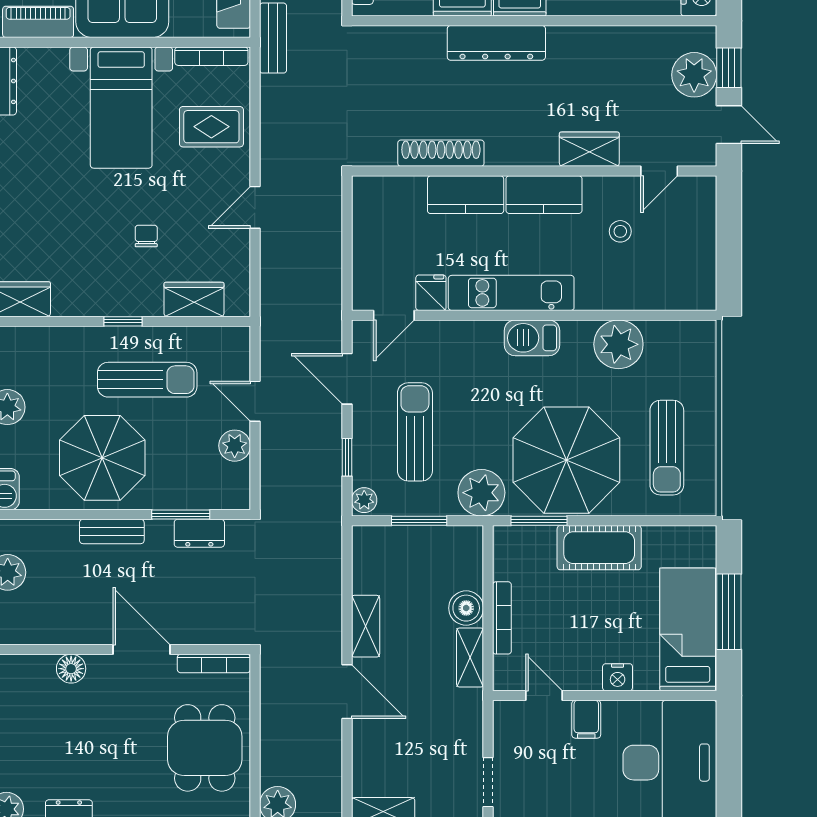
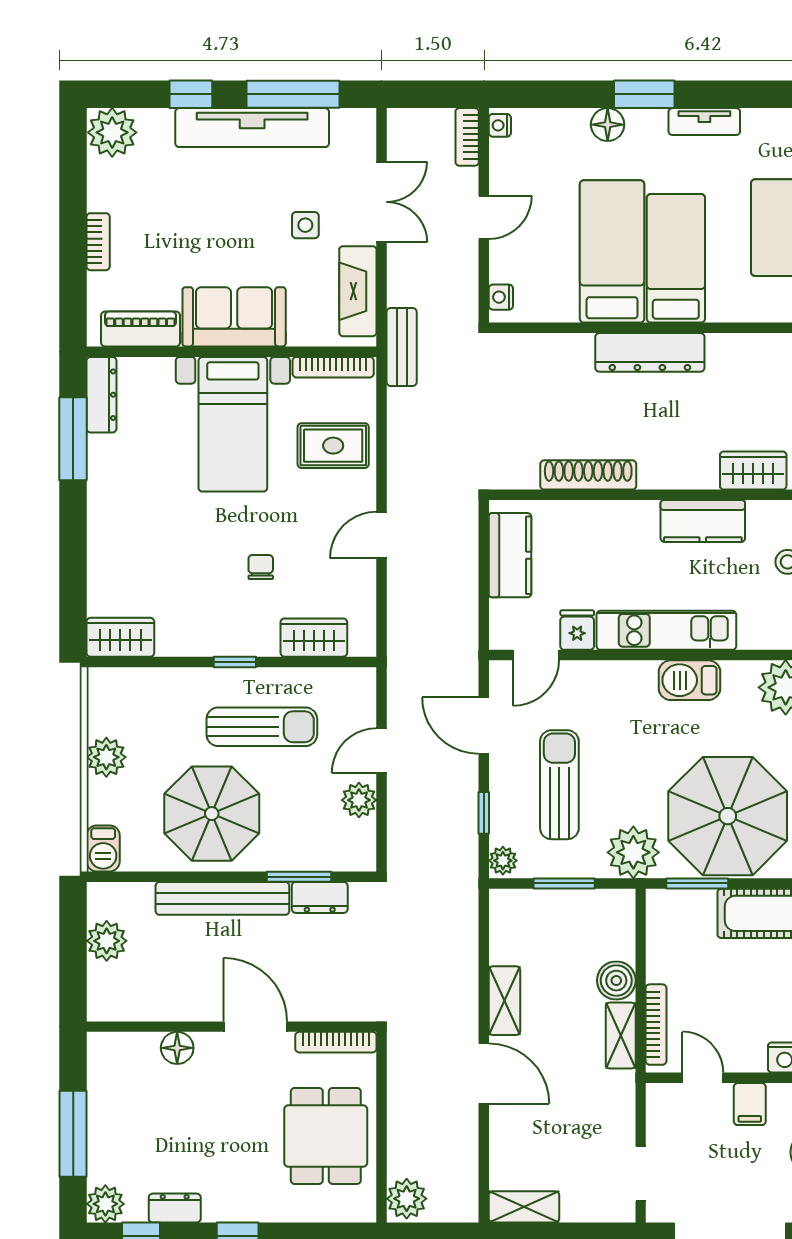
kitchen counter: (466, 195) -> (510, 555), moved, turned -90
door: (255, 401) -> (382, 751), hinge flipped
bench: (112, 531) -> (222, 898), width x1.86, depth x1.21
bookcase: (502, 618) -> (656, 1025), moved

